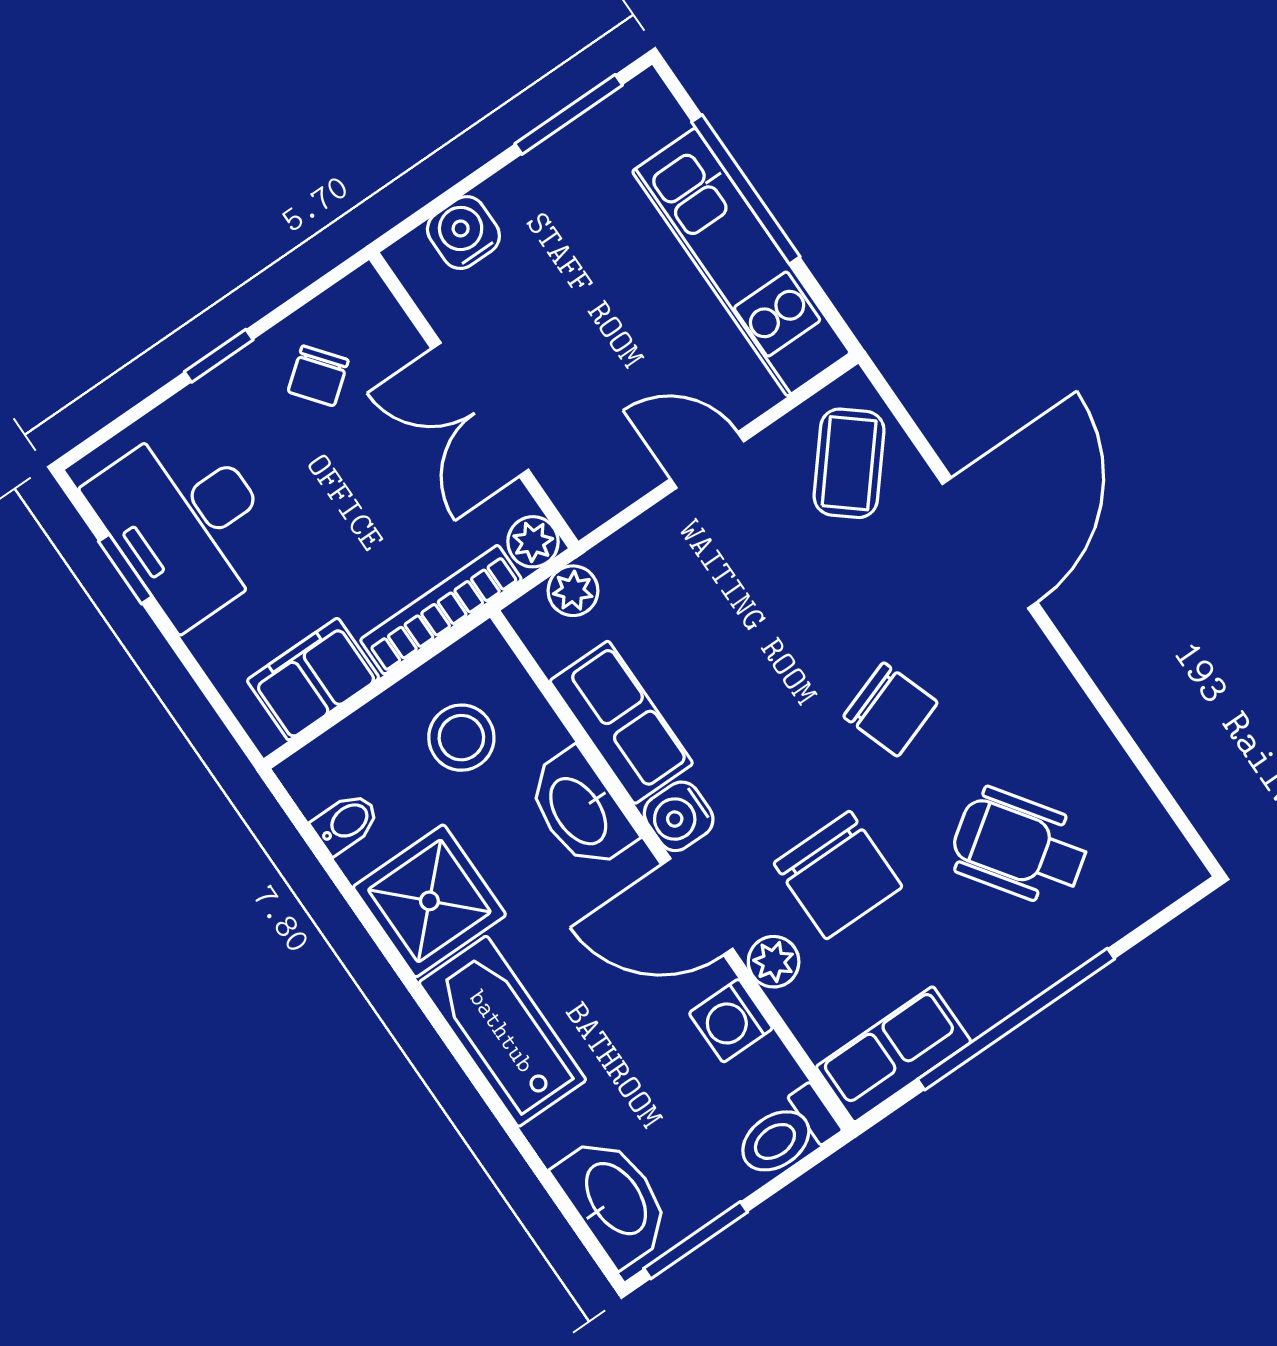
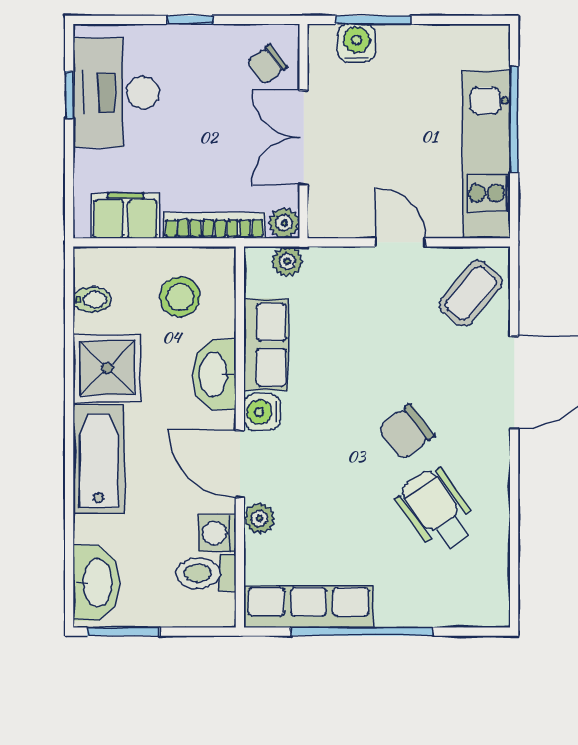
window: (569, 114) -> (373, 20), moved
chair: (318, 376) -> (267, 64), moved
chair: (891, 709) -> (406, 432), turned 72
wheelchair: (1020, 847) -> (437, 510), moved
chair: (838, 875) -> (322, 497), removed
row of seats: (894, 1054) -> (309, 607), width x1.48
toilet: (786, 1134) -> (206, 573), moved

